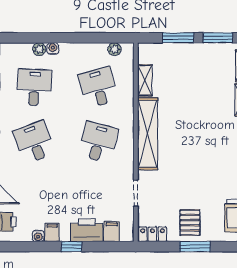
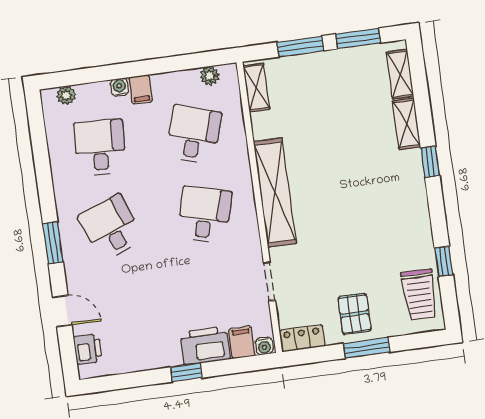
plant: (39, 49) -> (66, 95), moved
shelving: (145, 80) -> (256, 88), moved
desk: (98, 87) -> (194, 135), turned 33
filing cabinet: (52, 232) -> (141, 89), moved, turned 180
water cooler: (38, 236) -> (264, 346), moved

